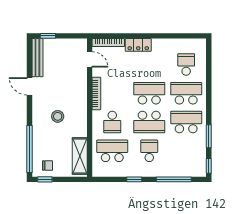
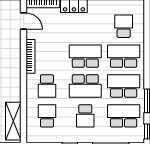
school desk: (112, 151) -> (47, 116), width x0.54
school desk: (149, 151) -> (85, 116), turned 180
school desk: (186, 151) -> (124, 116), added

